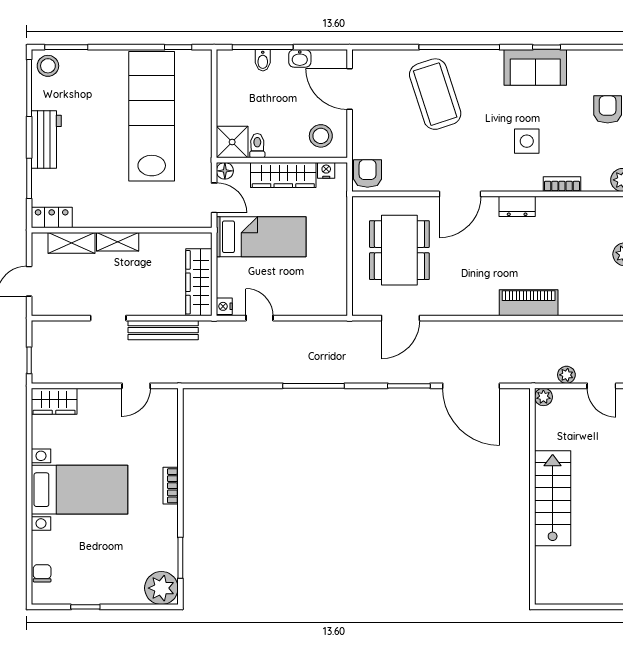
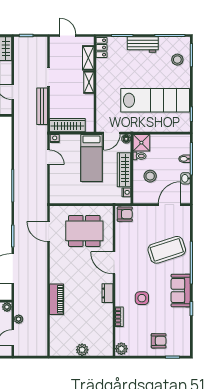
stool: (48, 66) -> (177, 60), moved
sofa: (535, 67) -> (181, 290), moved
stool: (321, 136) -> (150, 176), moved
door: (260, 318) -> (48, 157), hinge flipped

